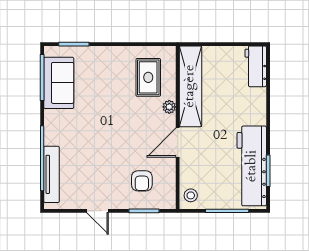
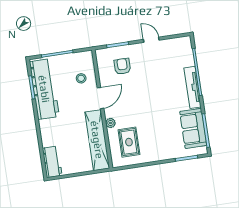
tv unit: (52, 174) -> (193, 87), moved
stool: (191, 195) -> (81, 78), moved

